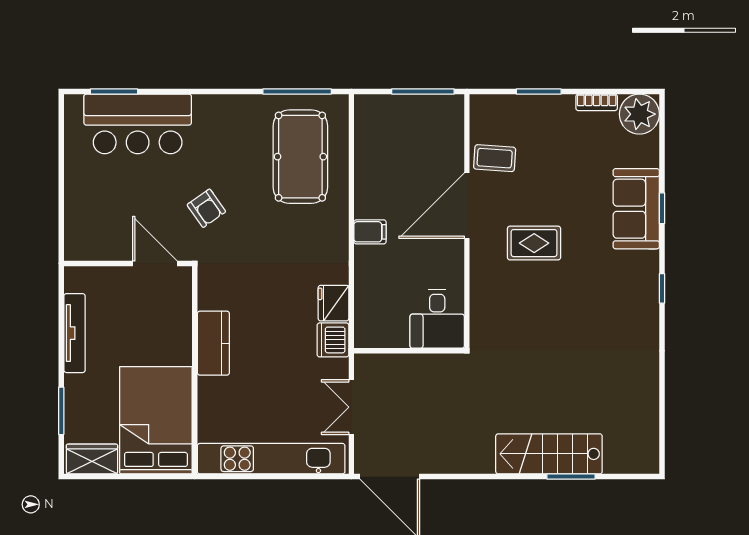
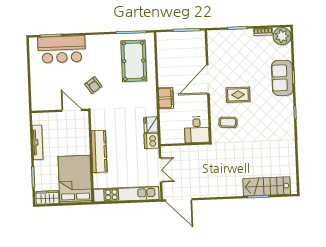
coffee table: (495, 158) -> (228, 122), moved
filing cabinet: (370, 232) -> (166, 98), width x2.00
kitchen counter: (213, 343) -> (99, 151), width x1.50
double door: (351, 407) -> (161, 170), swing flipped
stairs: (549, 454) -> (267, 186), moved

